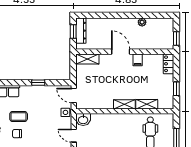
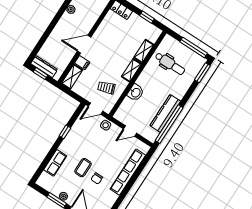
filing cabinet: (138, 60) -> (82, 63), moved
trolley: (97, 93) -> (106, 88), added
washbasin: (83, 120) -> (136, 93), moved

